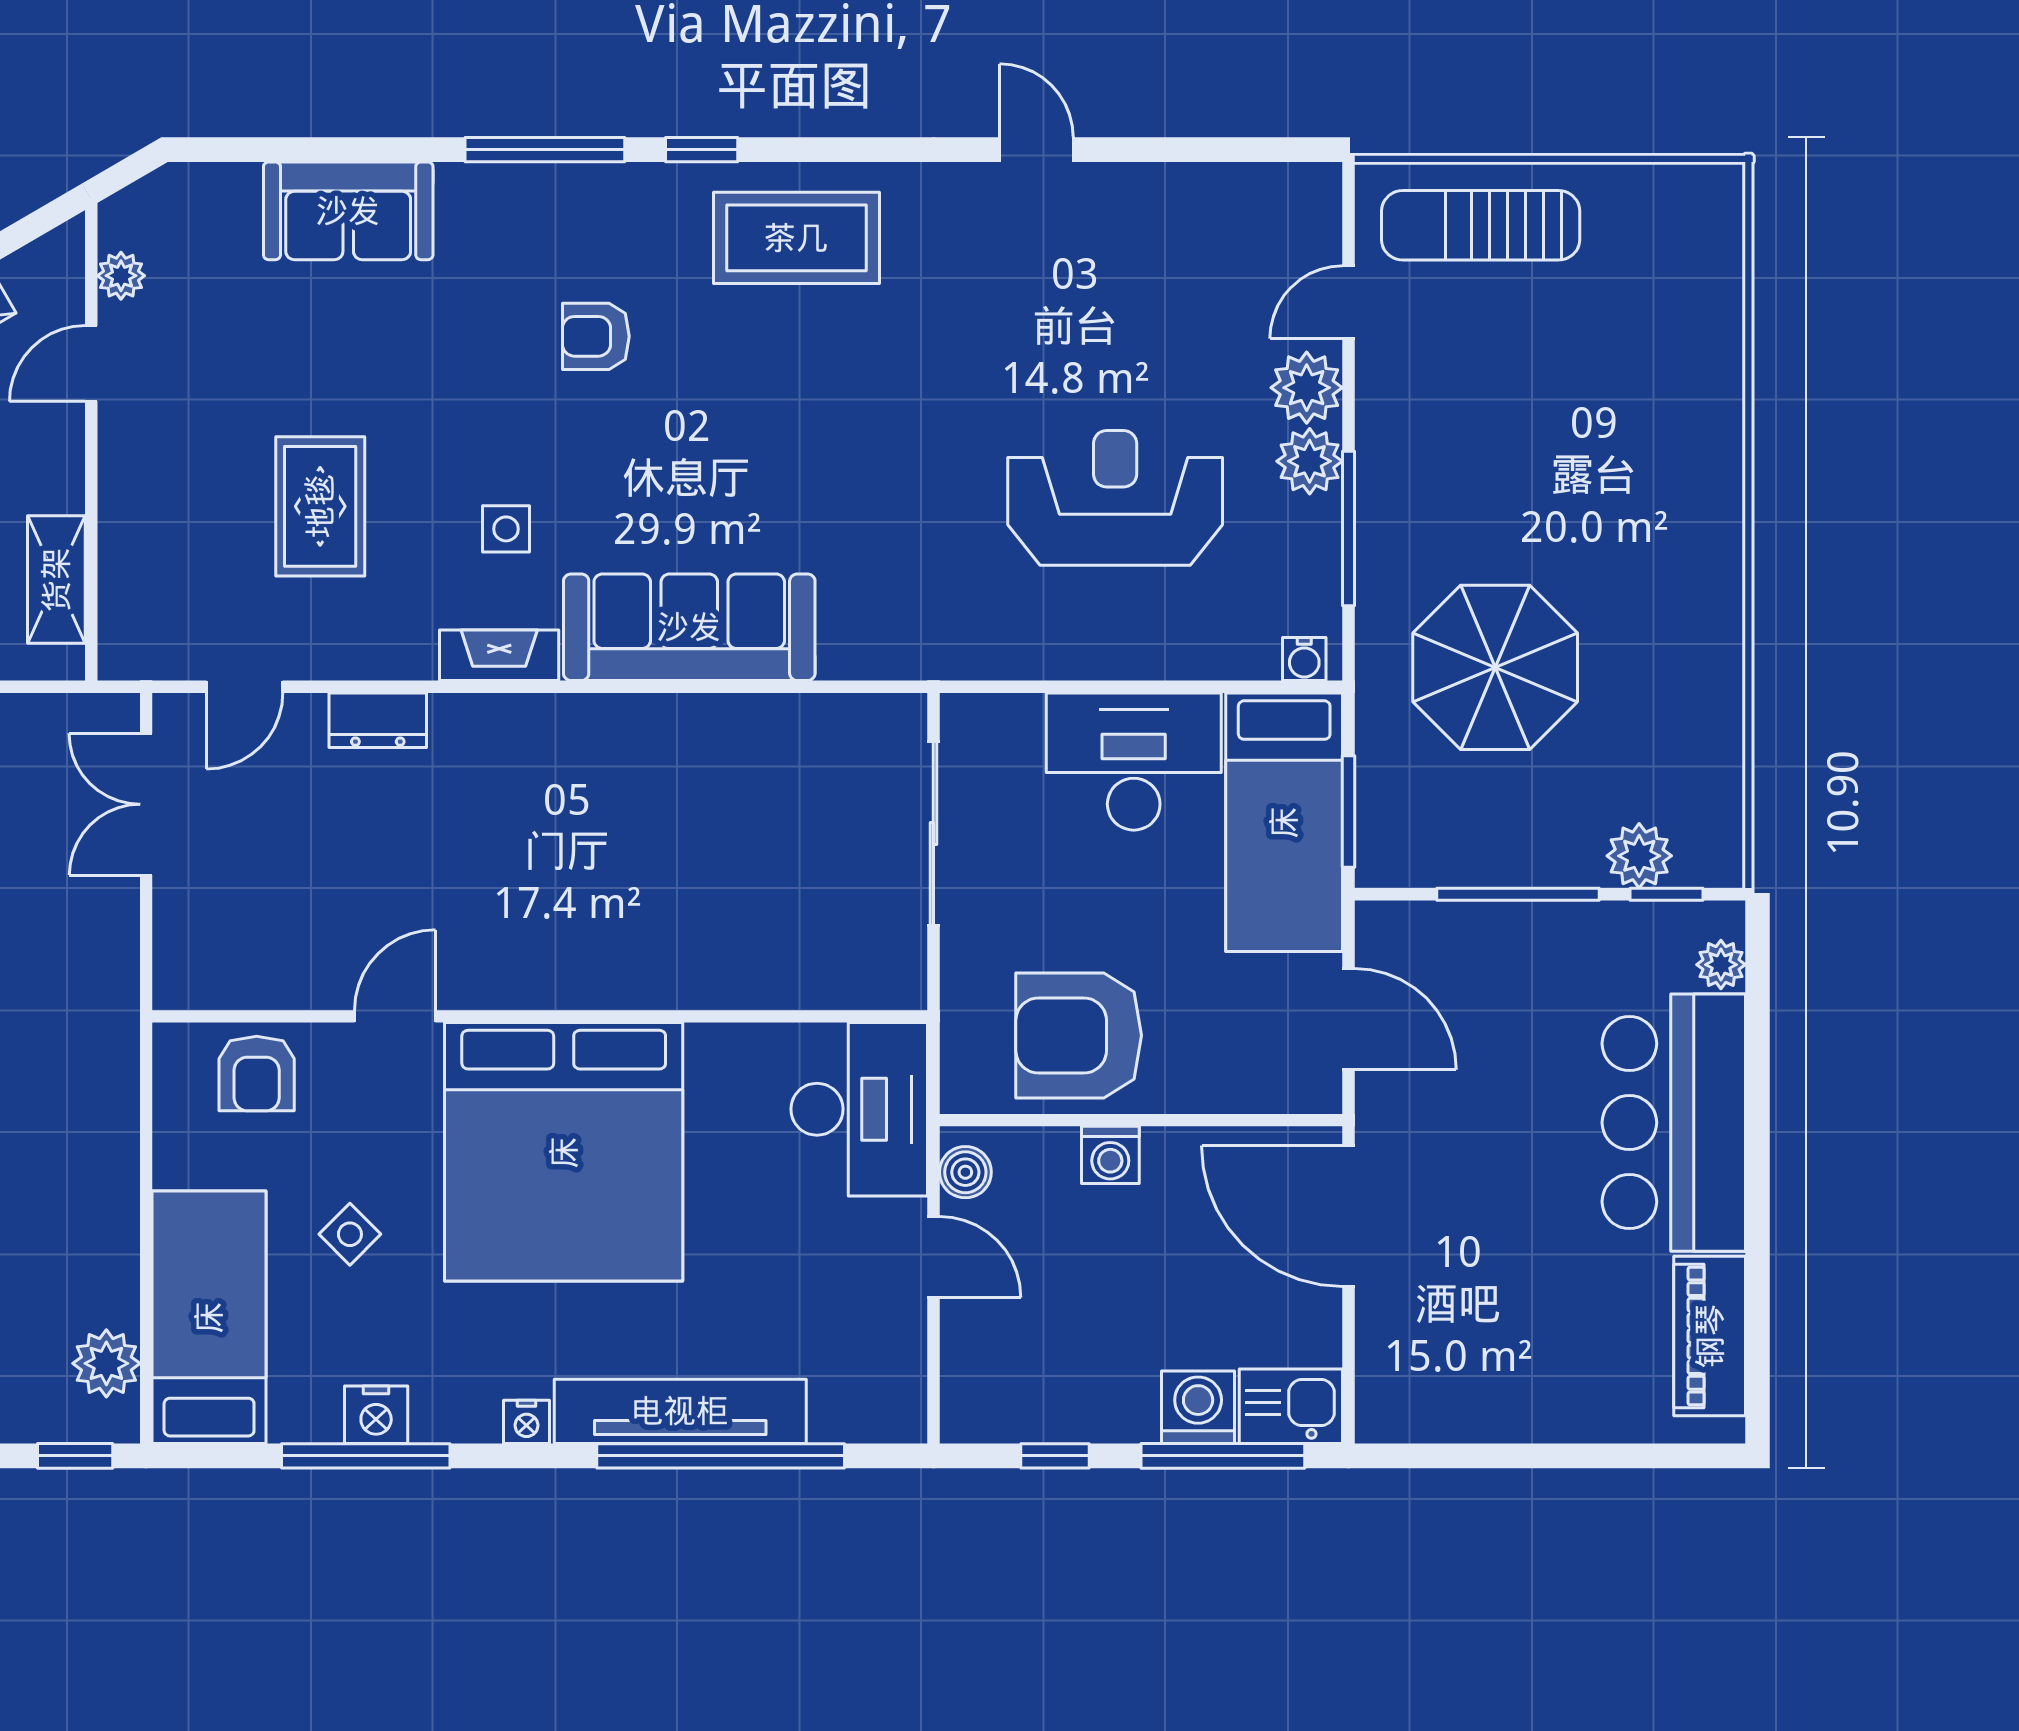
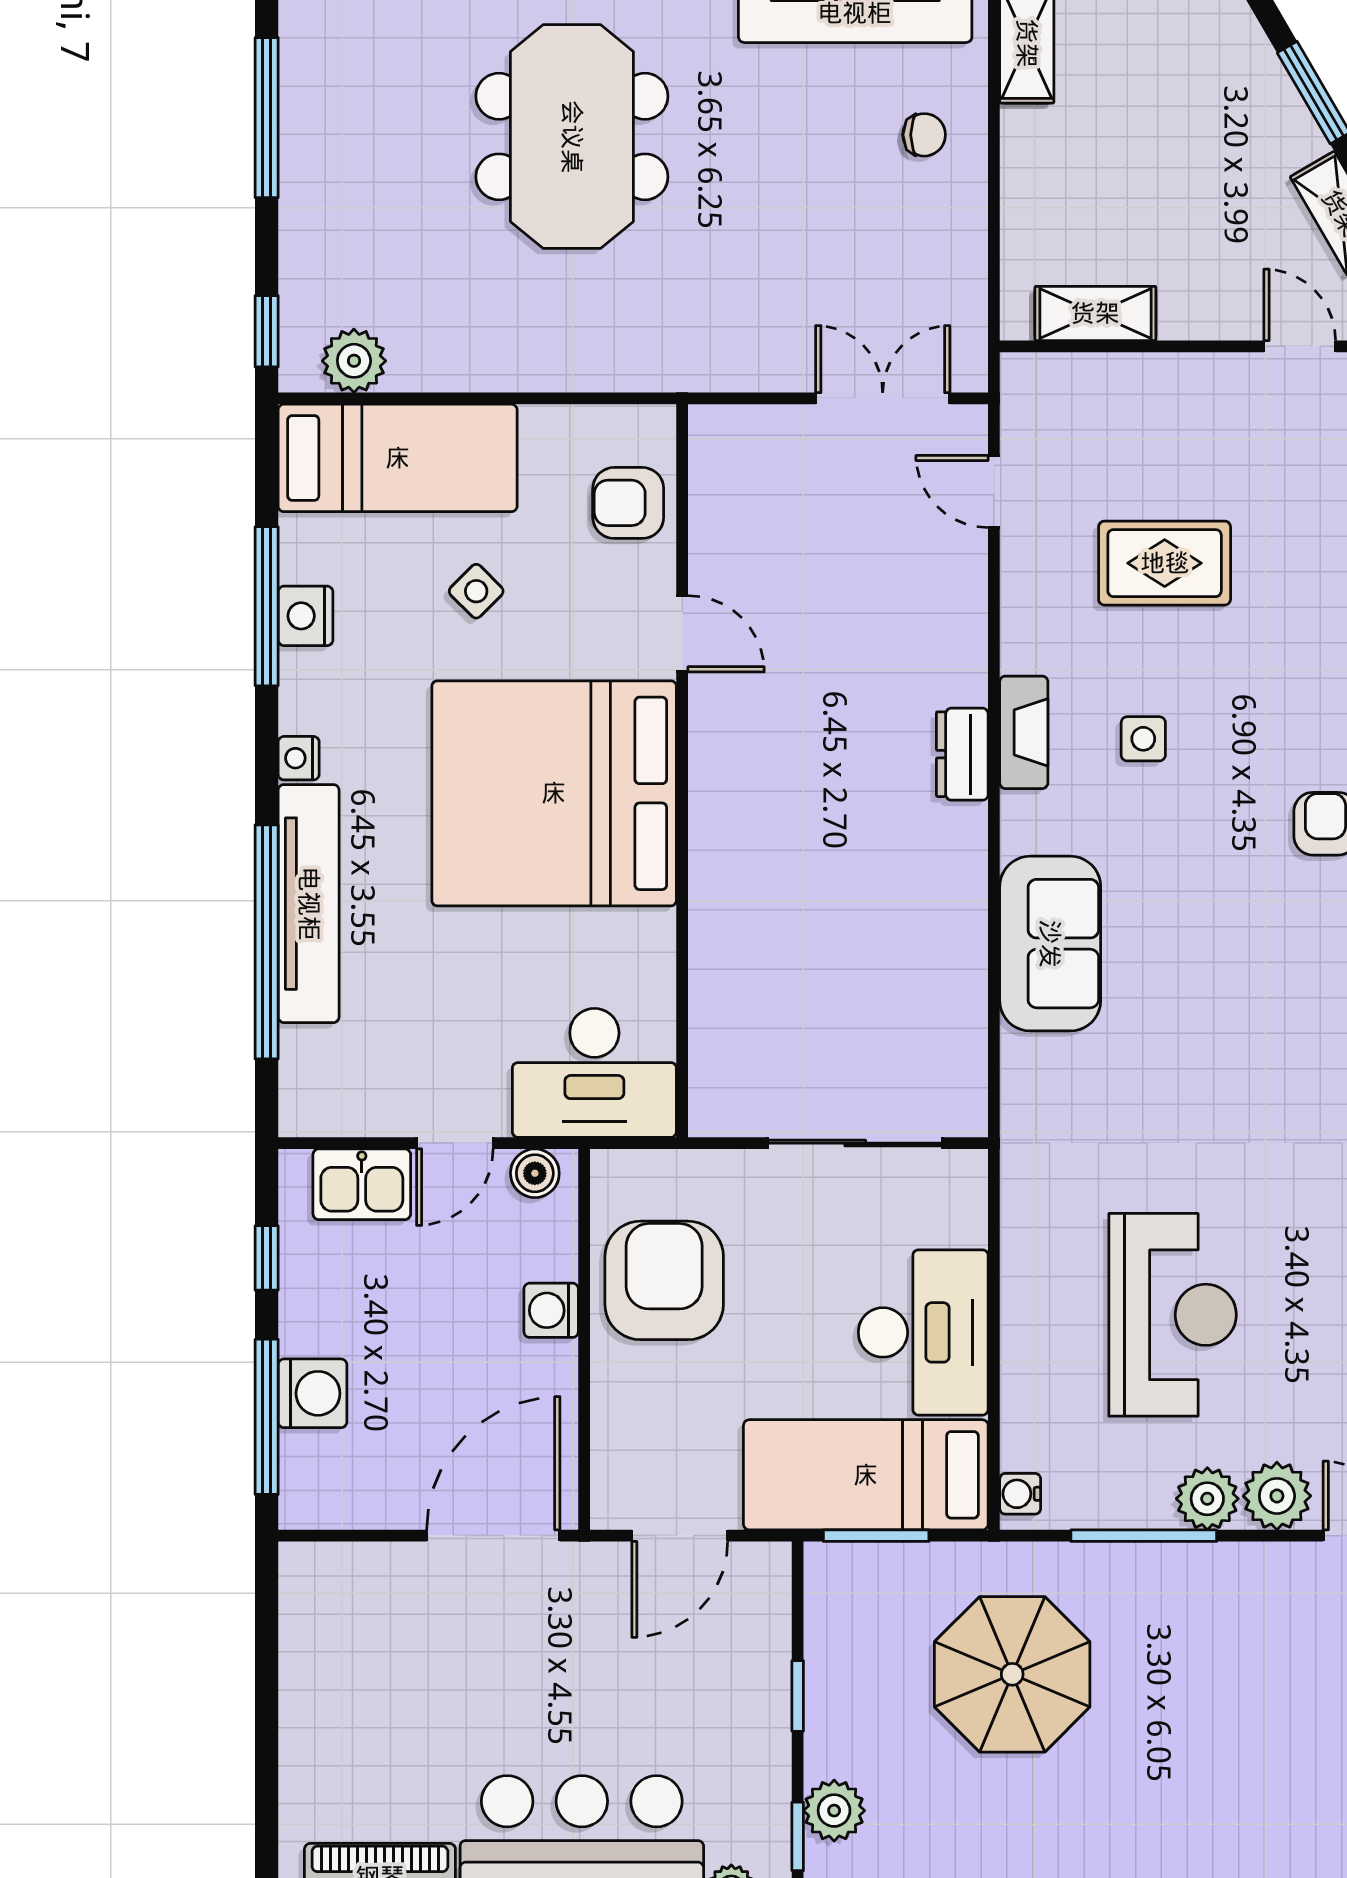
sofa: (689, 627) -> (1050, 944), width x0.73
dresser: (378, 720) -> (962, 754), moved
window: (1518, 894) -> (798, 1696), width x0.46
kitchen sink: (1291, 1406) -> (362, 1184), moved, turned 90

